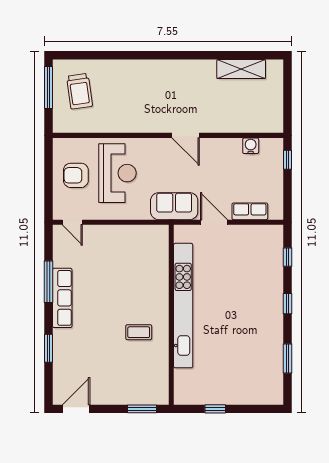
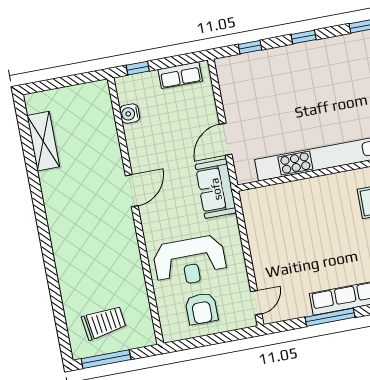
reception desk: (117, 173) -> (190, 261), turned 180
row of seats: (250, 211) -> (180, 75), moved, turned -90

